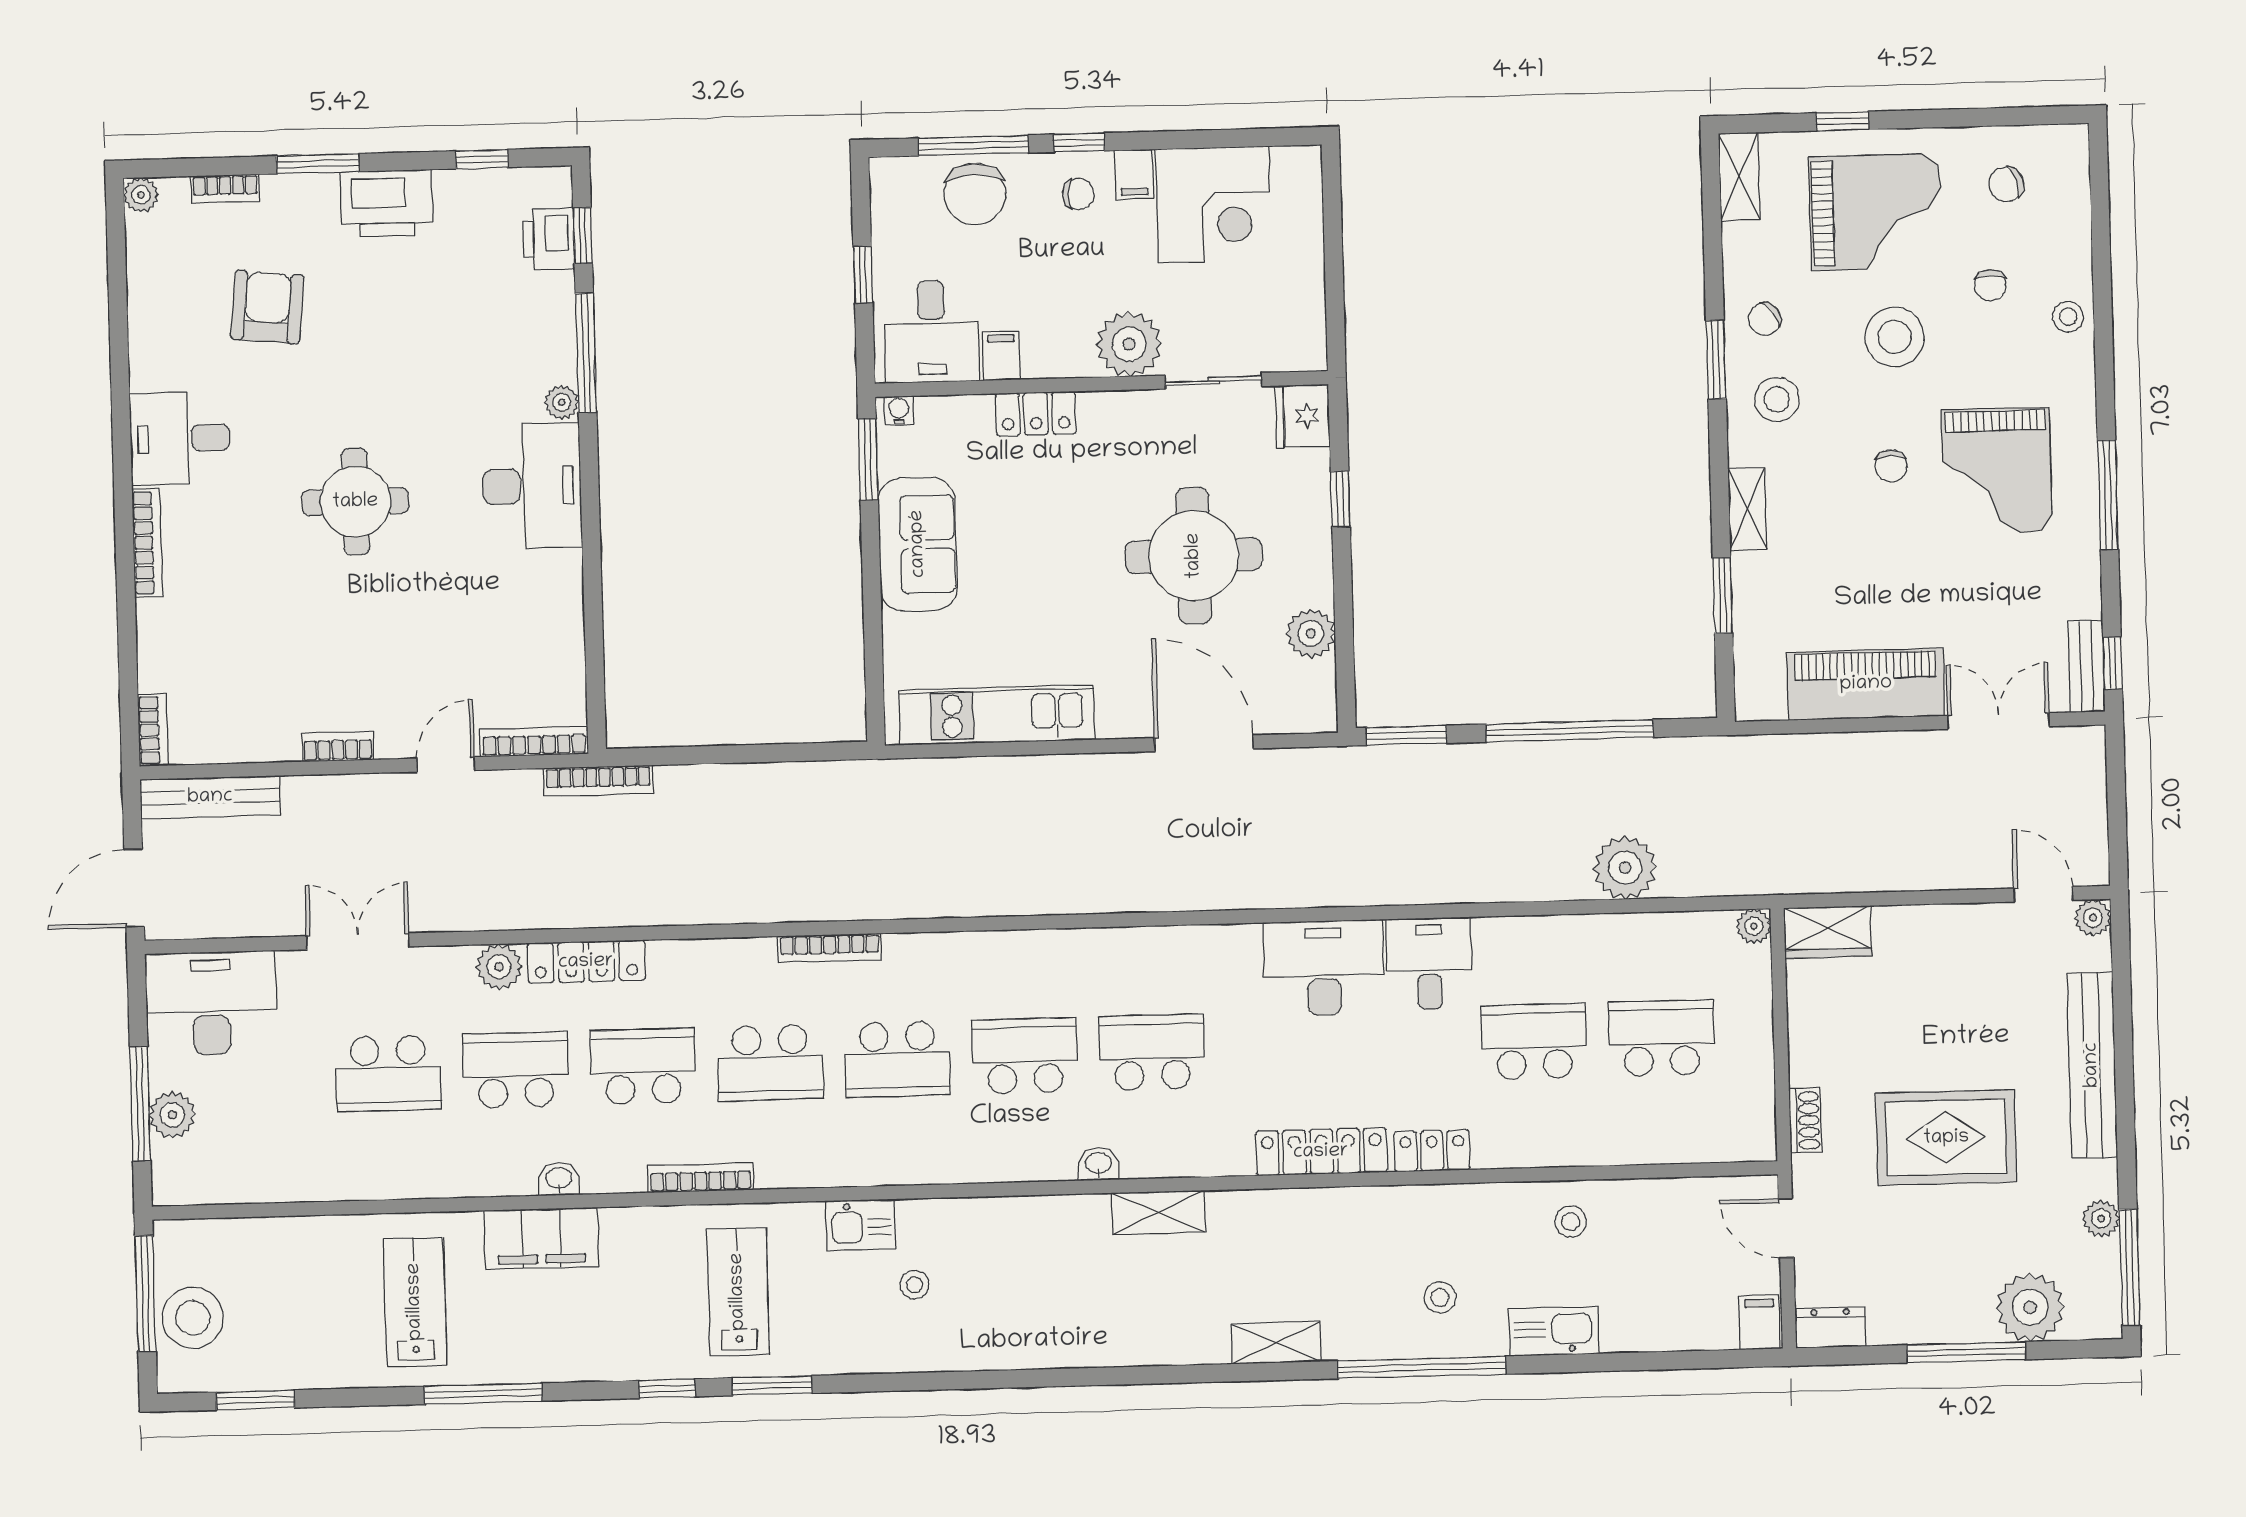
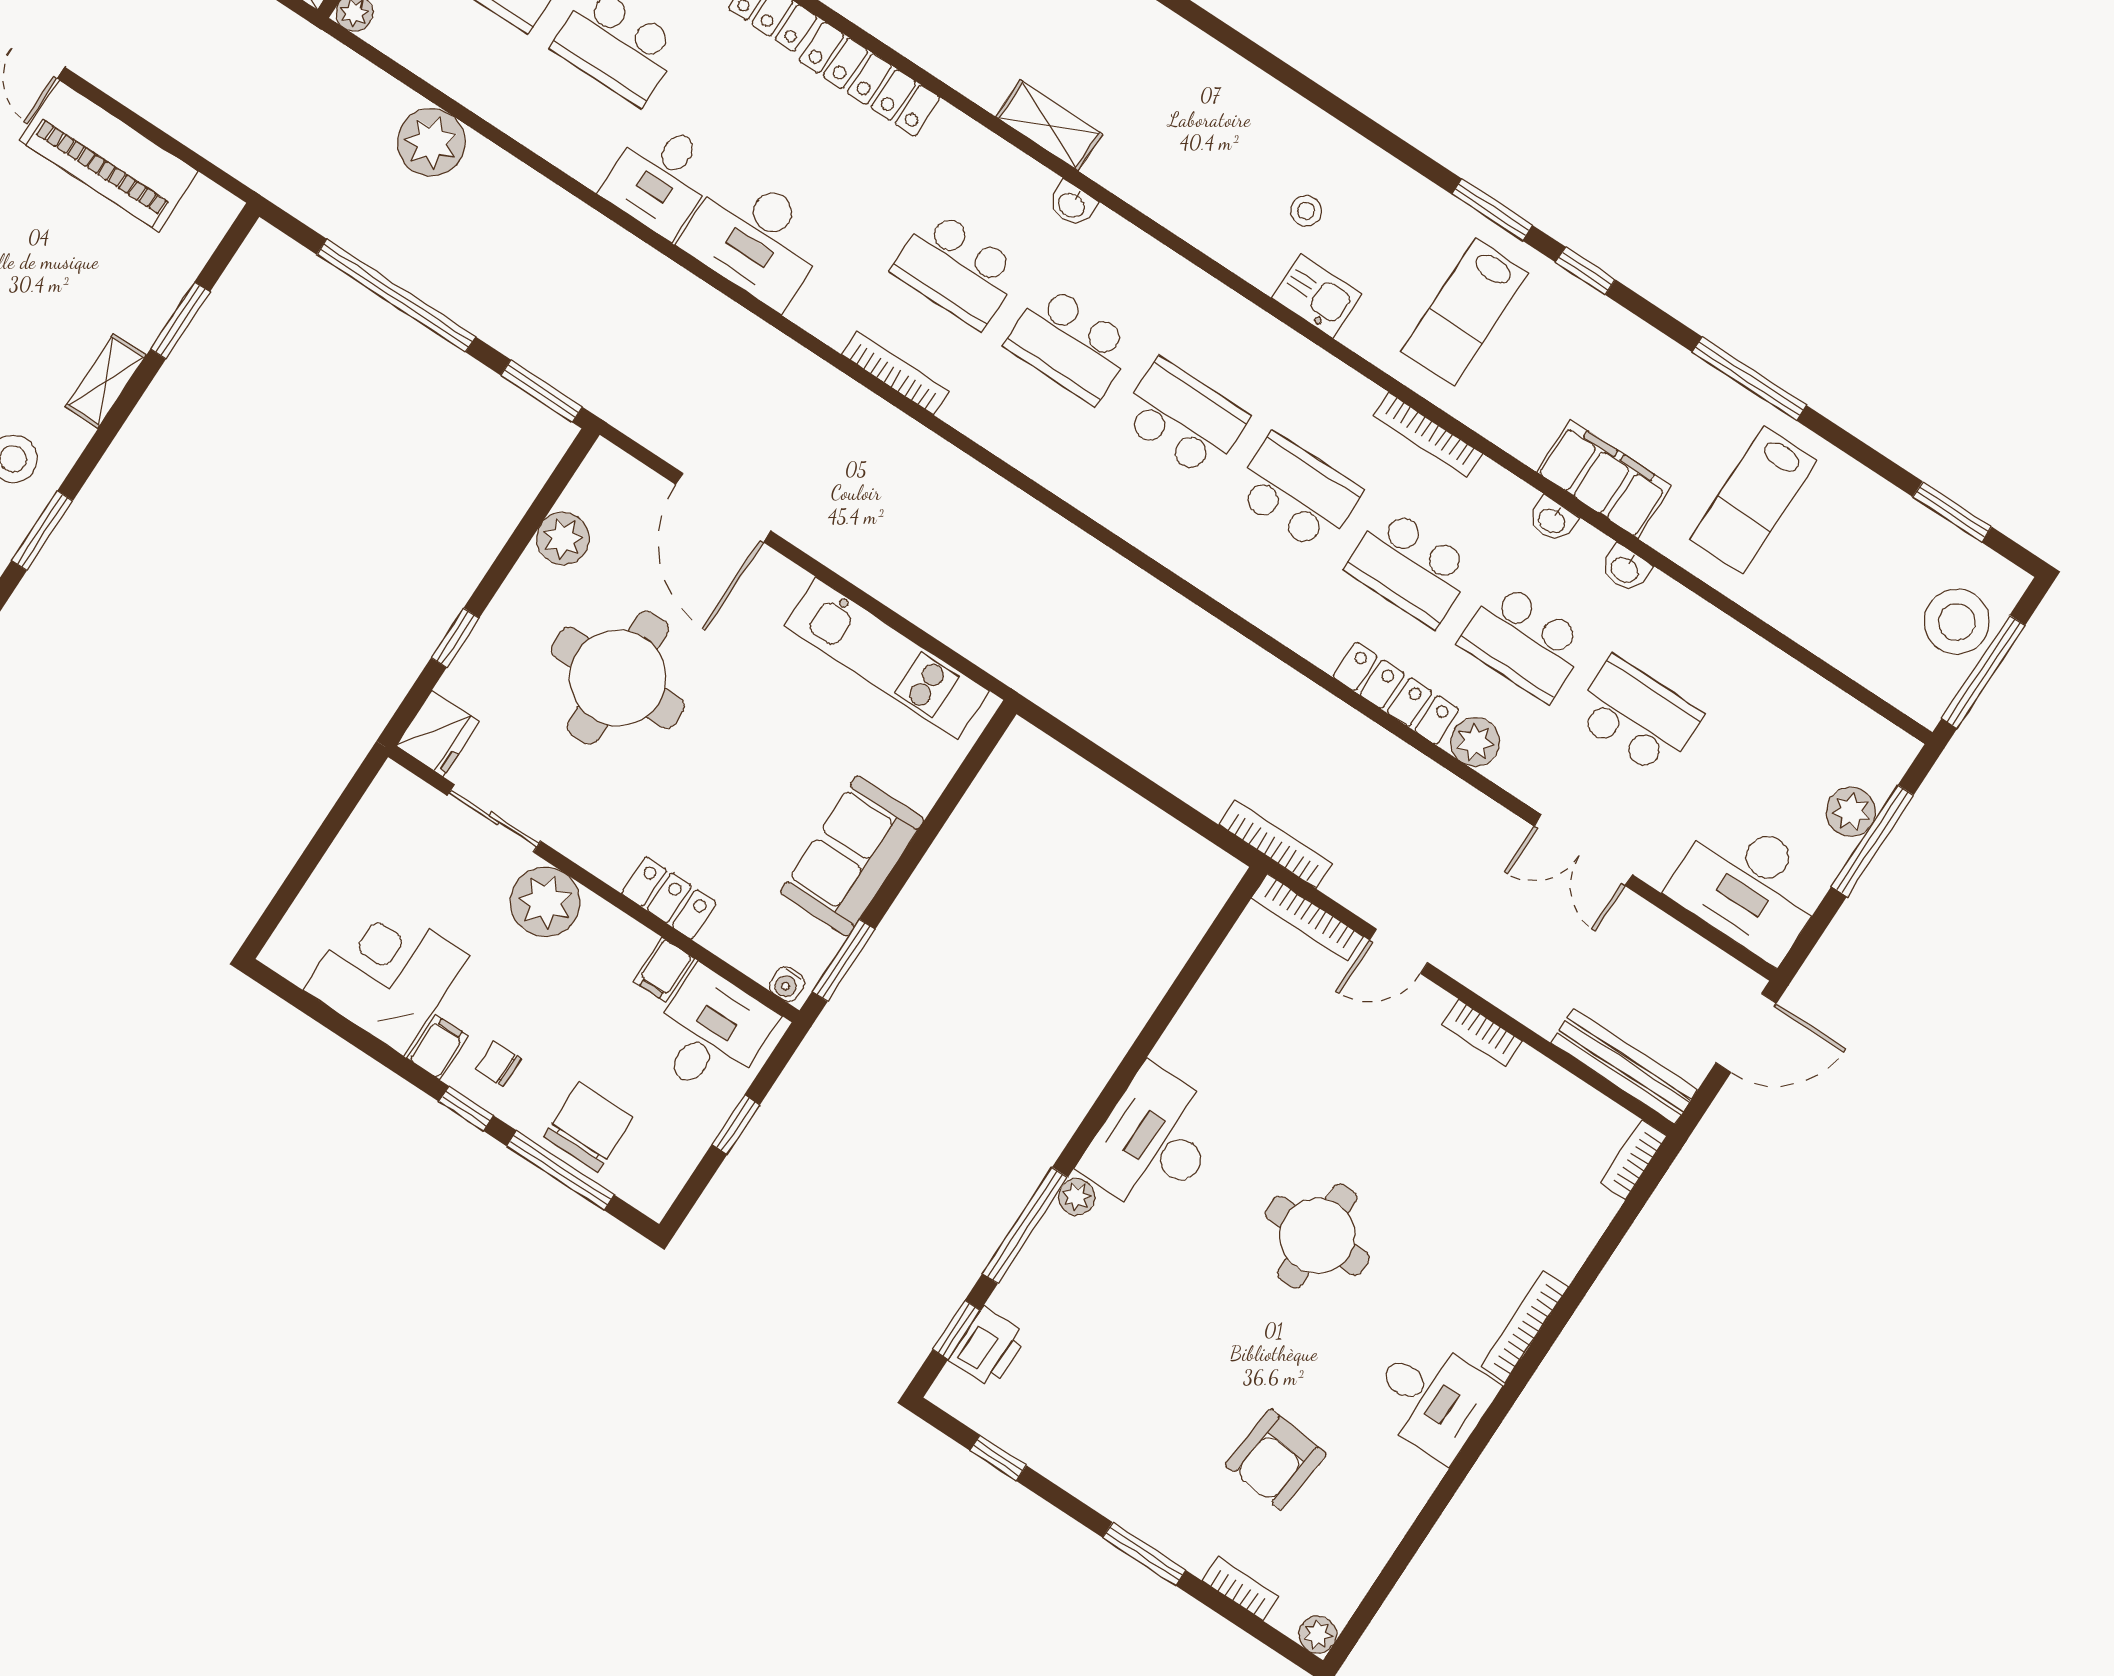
printer: (387, 203) -> (1108, 1477), removed
bookcase: (830, 948) -> (895, 373), moved
washbasin: (476, 1180) -> (1625, 569), added

